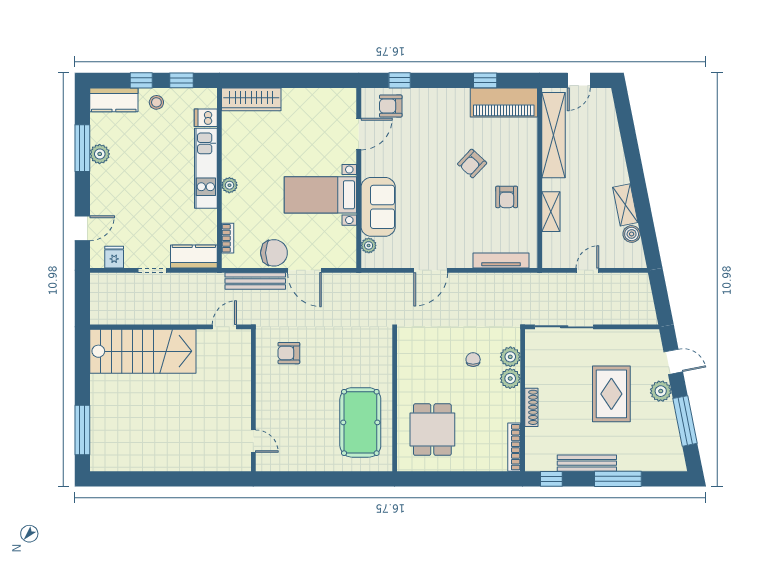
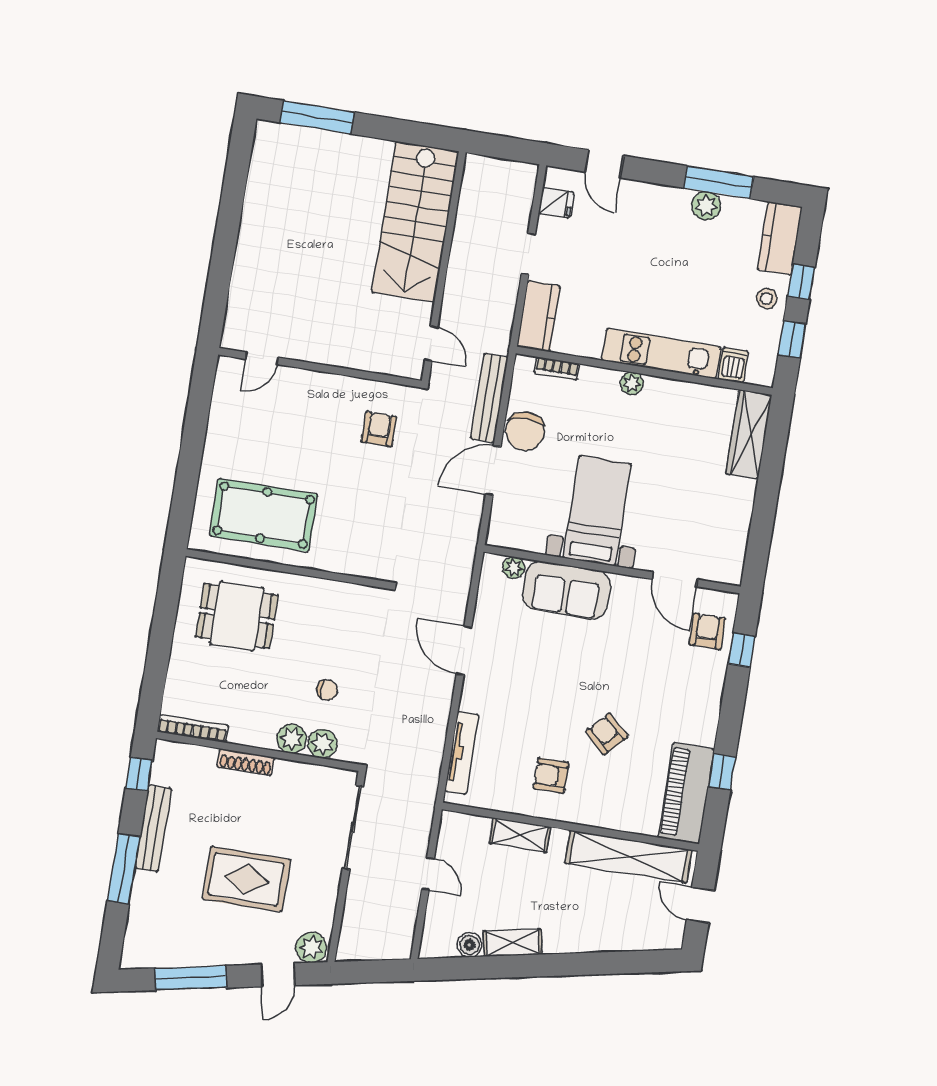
plant: (661, 391) -> (311, 948), moved

